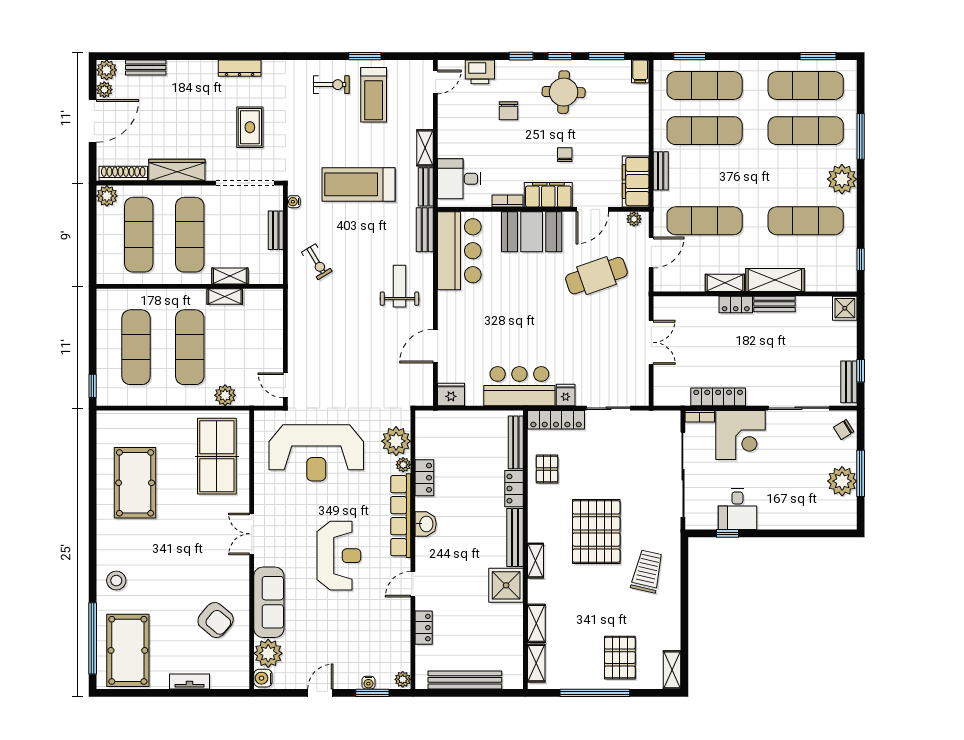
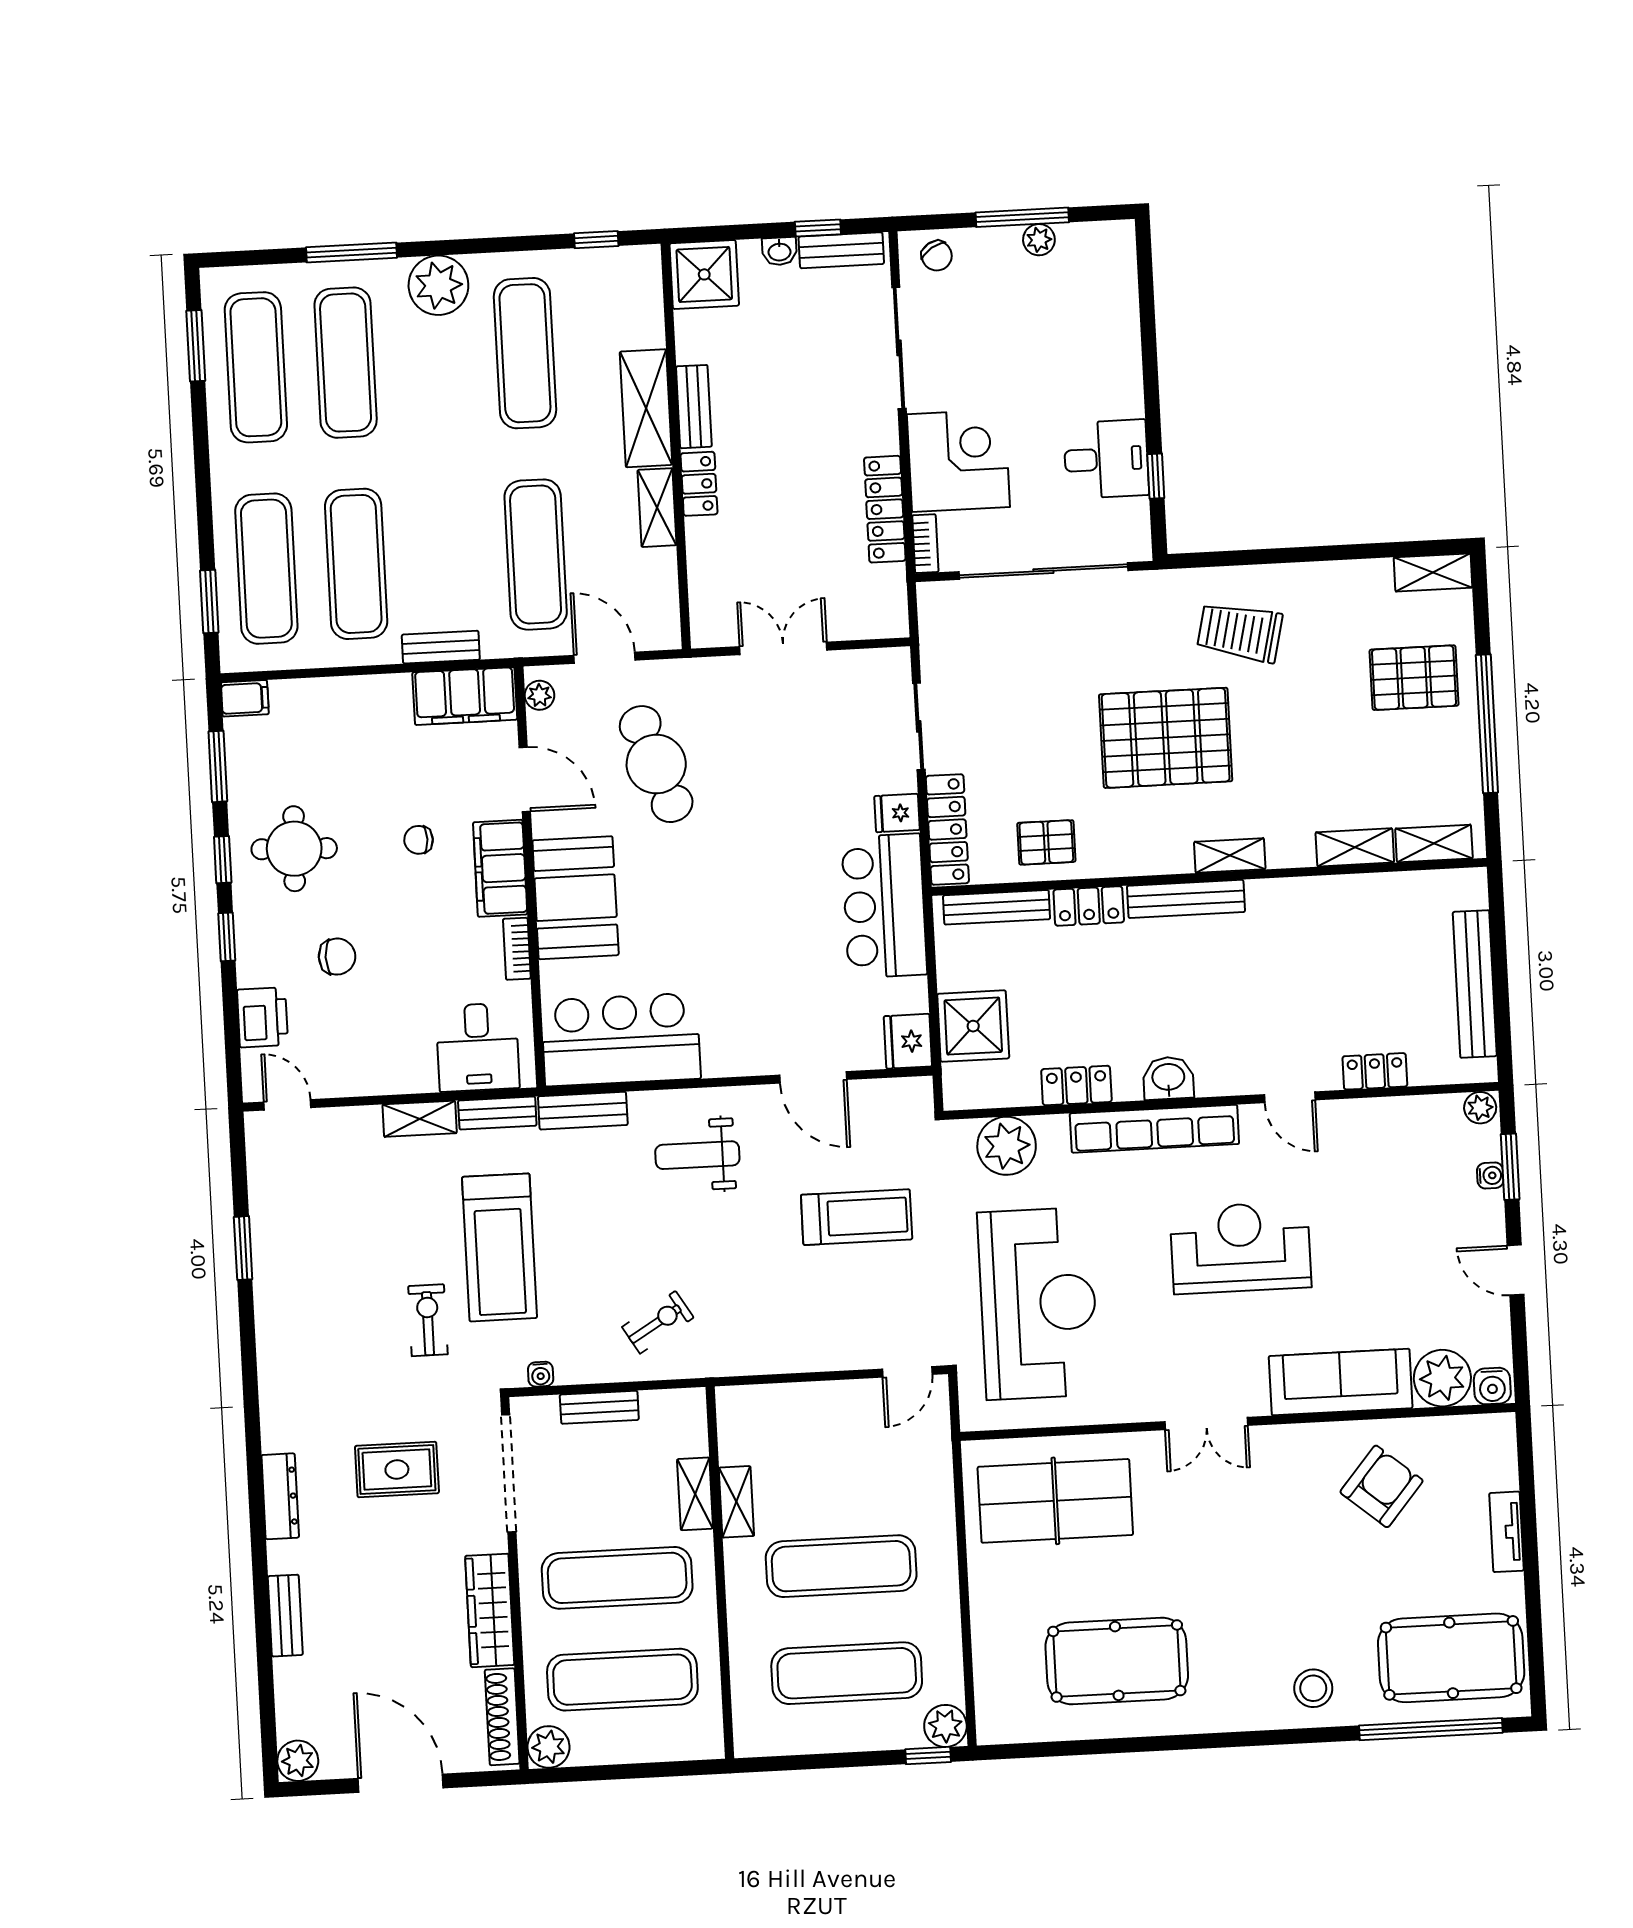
bench: (146, 67) -> (285, 1616), moved
exercise bike: (331, 85) -> (428, 1320), moved
plant: (104, 90) -> (337, 1763), removed
treadmill: (374, 95) -> (857, 1217), moved
shower: (845, 308) -> (704, 274), width x1.36, depth x1.36
washbasin: (850, 351) -> (779, 251), added
plant: (225, 395) -> (945, 1726), moved
plant: (403, 465) -> (1053, 1129), removed
plant: (842, 481) -> (1039, 240), width x0.53, depth x0.53
shower: (506, 585) -> (973, 1026), moved

